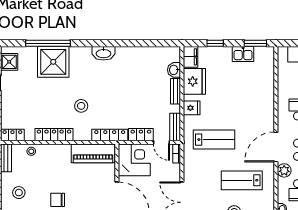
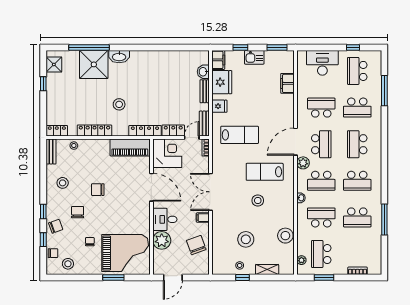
washbasin: (103, 53) -> (119, 57), moved
kitchen sink: (243, 54) -> (254, 57), moved
filing cabinet: (267, 83) -> (288, 83), added
door: (161, 142) -> (192, 138), swing flipped

